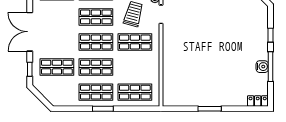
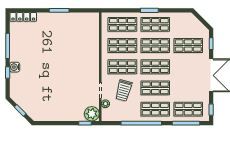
shop shelf: (135, 67) -> (122, 46), added
water cooler: (262, 67) -> (15, 67), moved
locker: (258, 101) -> (23, 17), width x1.53

